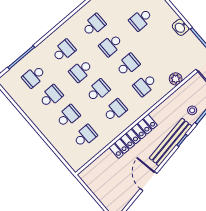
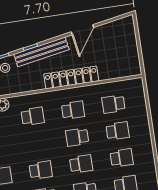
school desk: (128, 65) -> (37, 143), removed
school desk: (51, 96) -> (122, 158), turned 180
school desk: (115, 110) -> (73, 110), turned 180
school desk: (68, 116) -> (118, 131), turned 180

